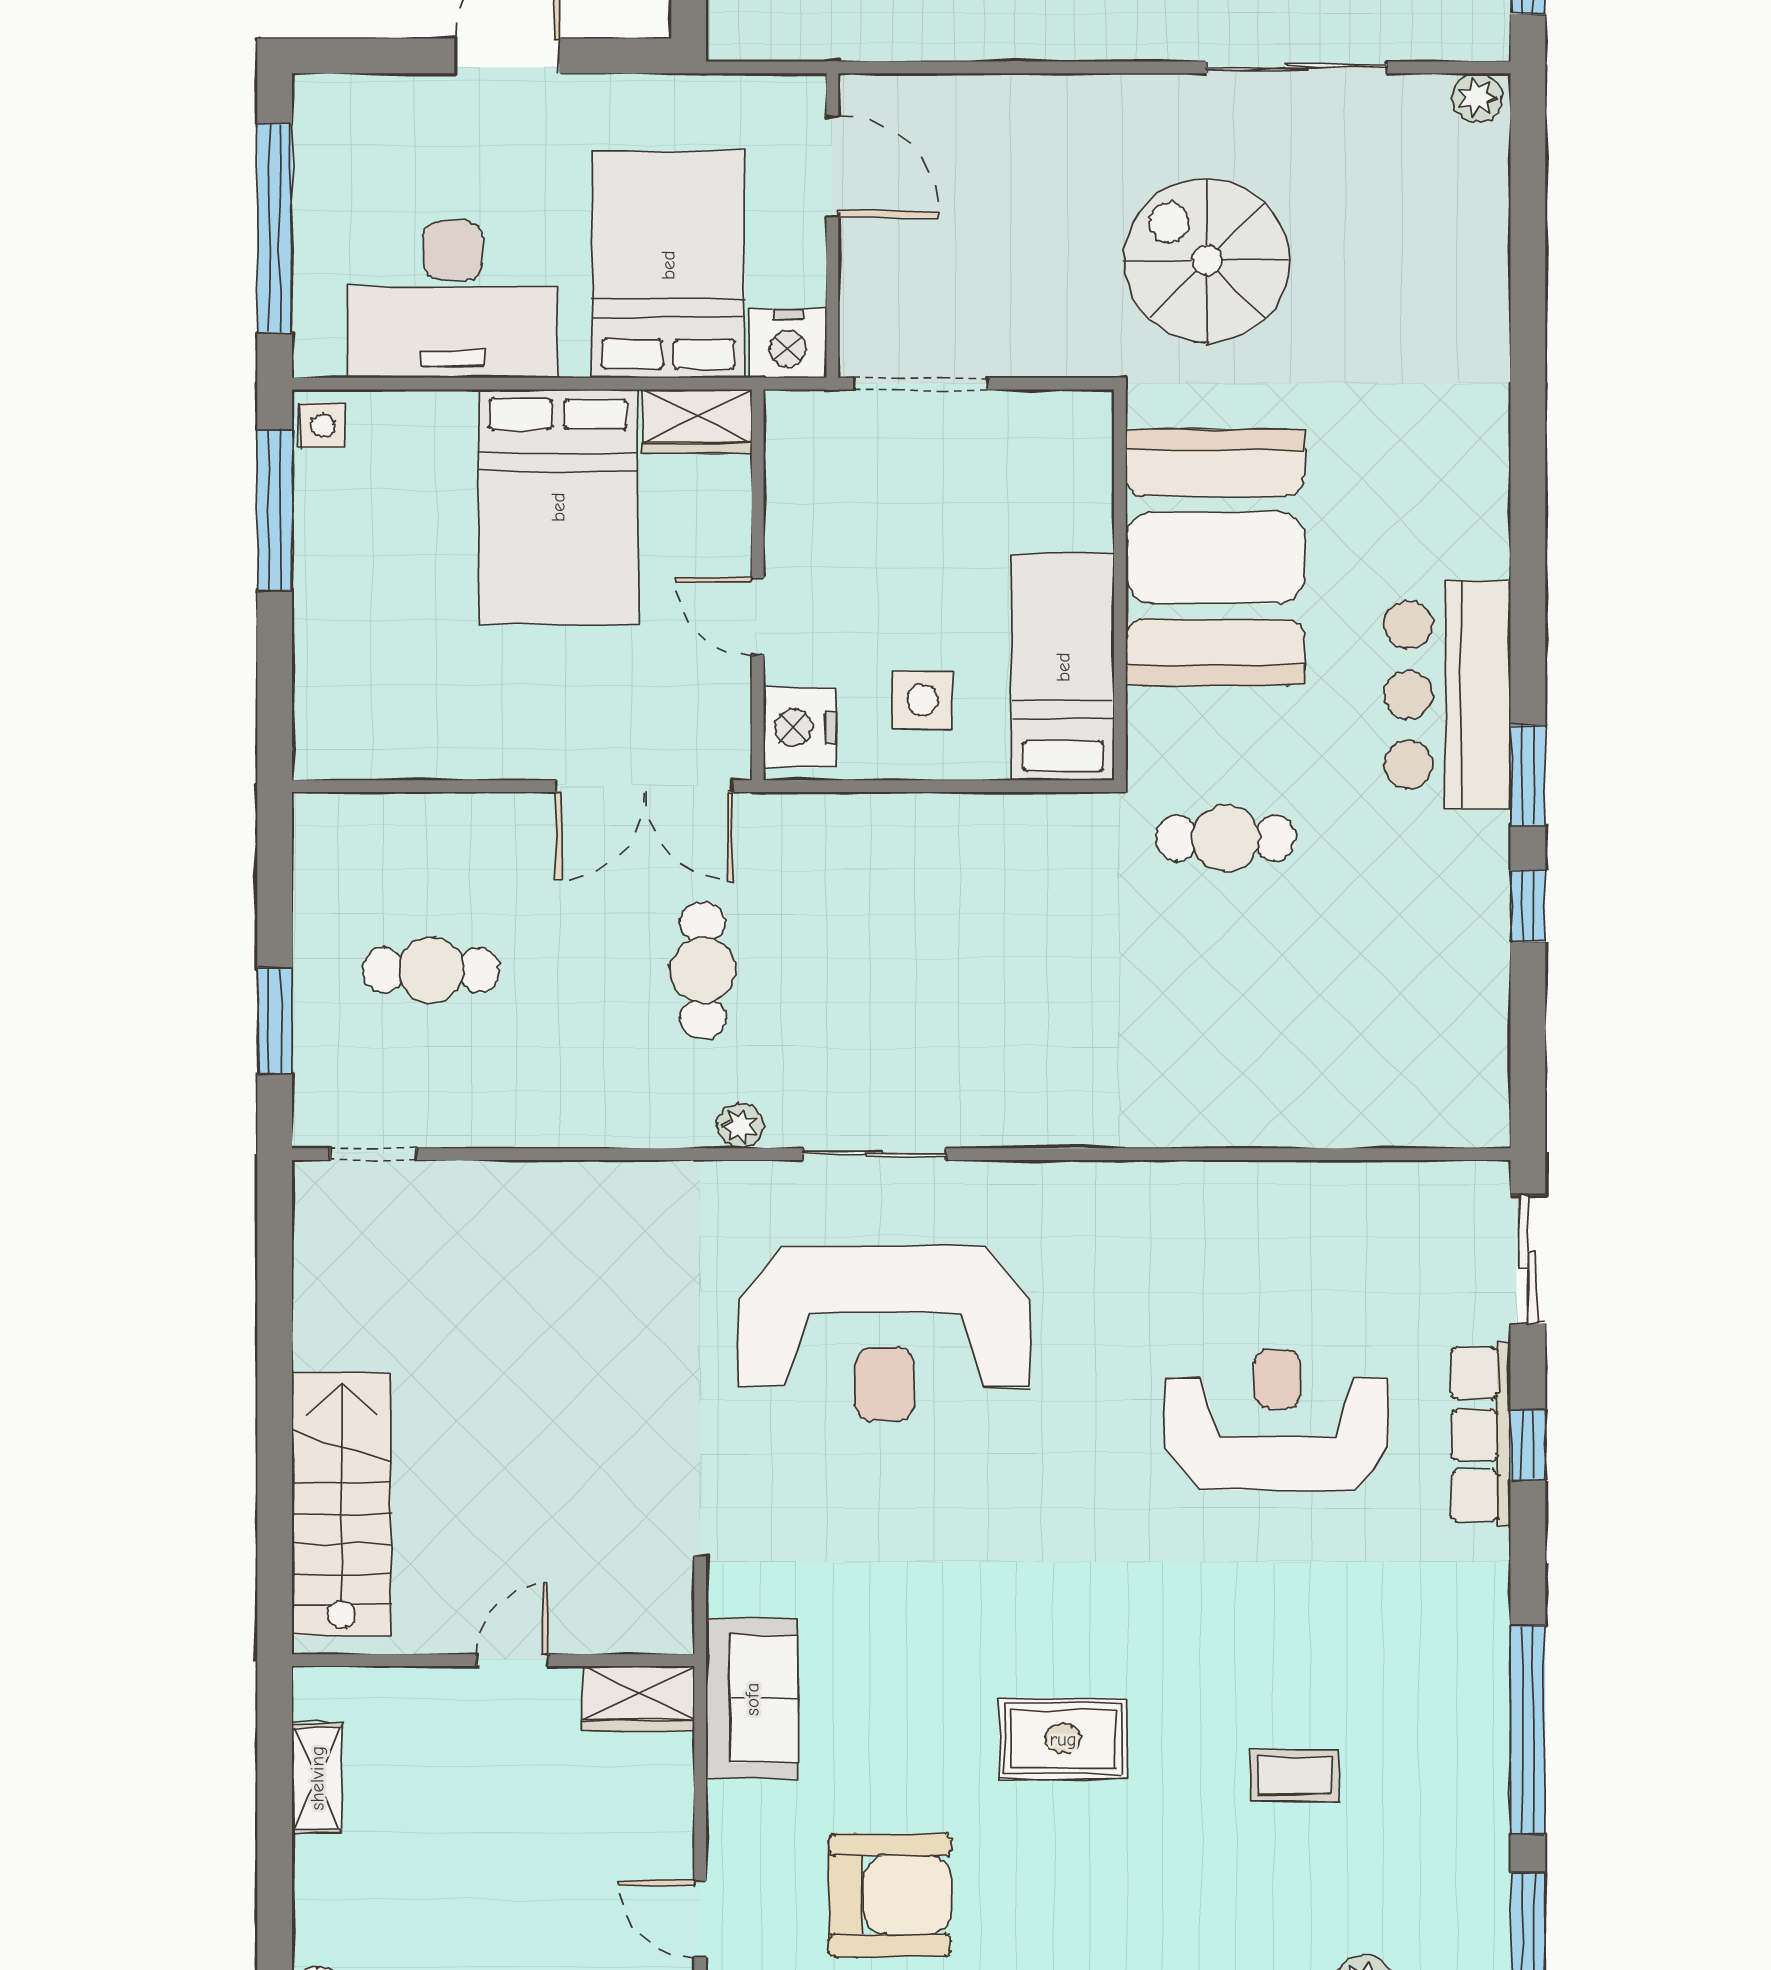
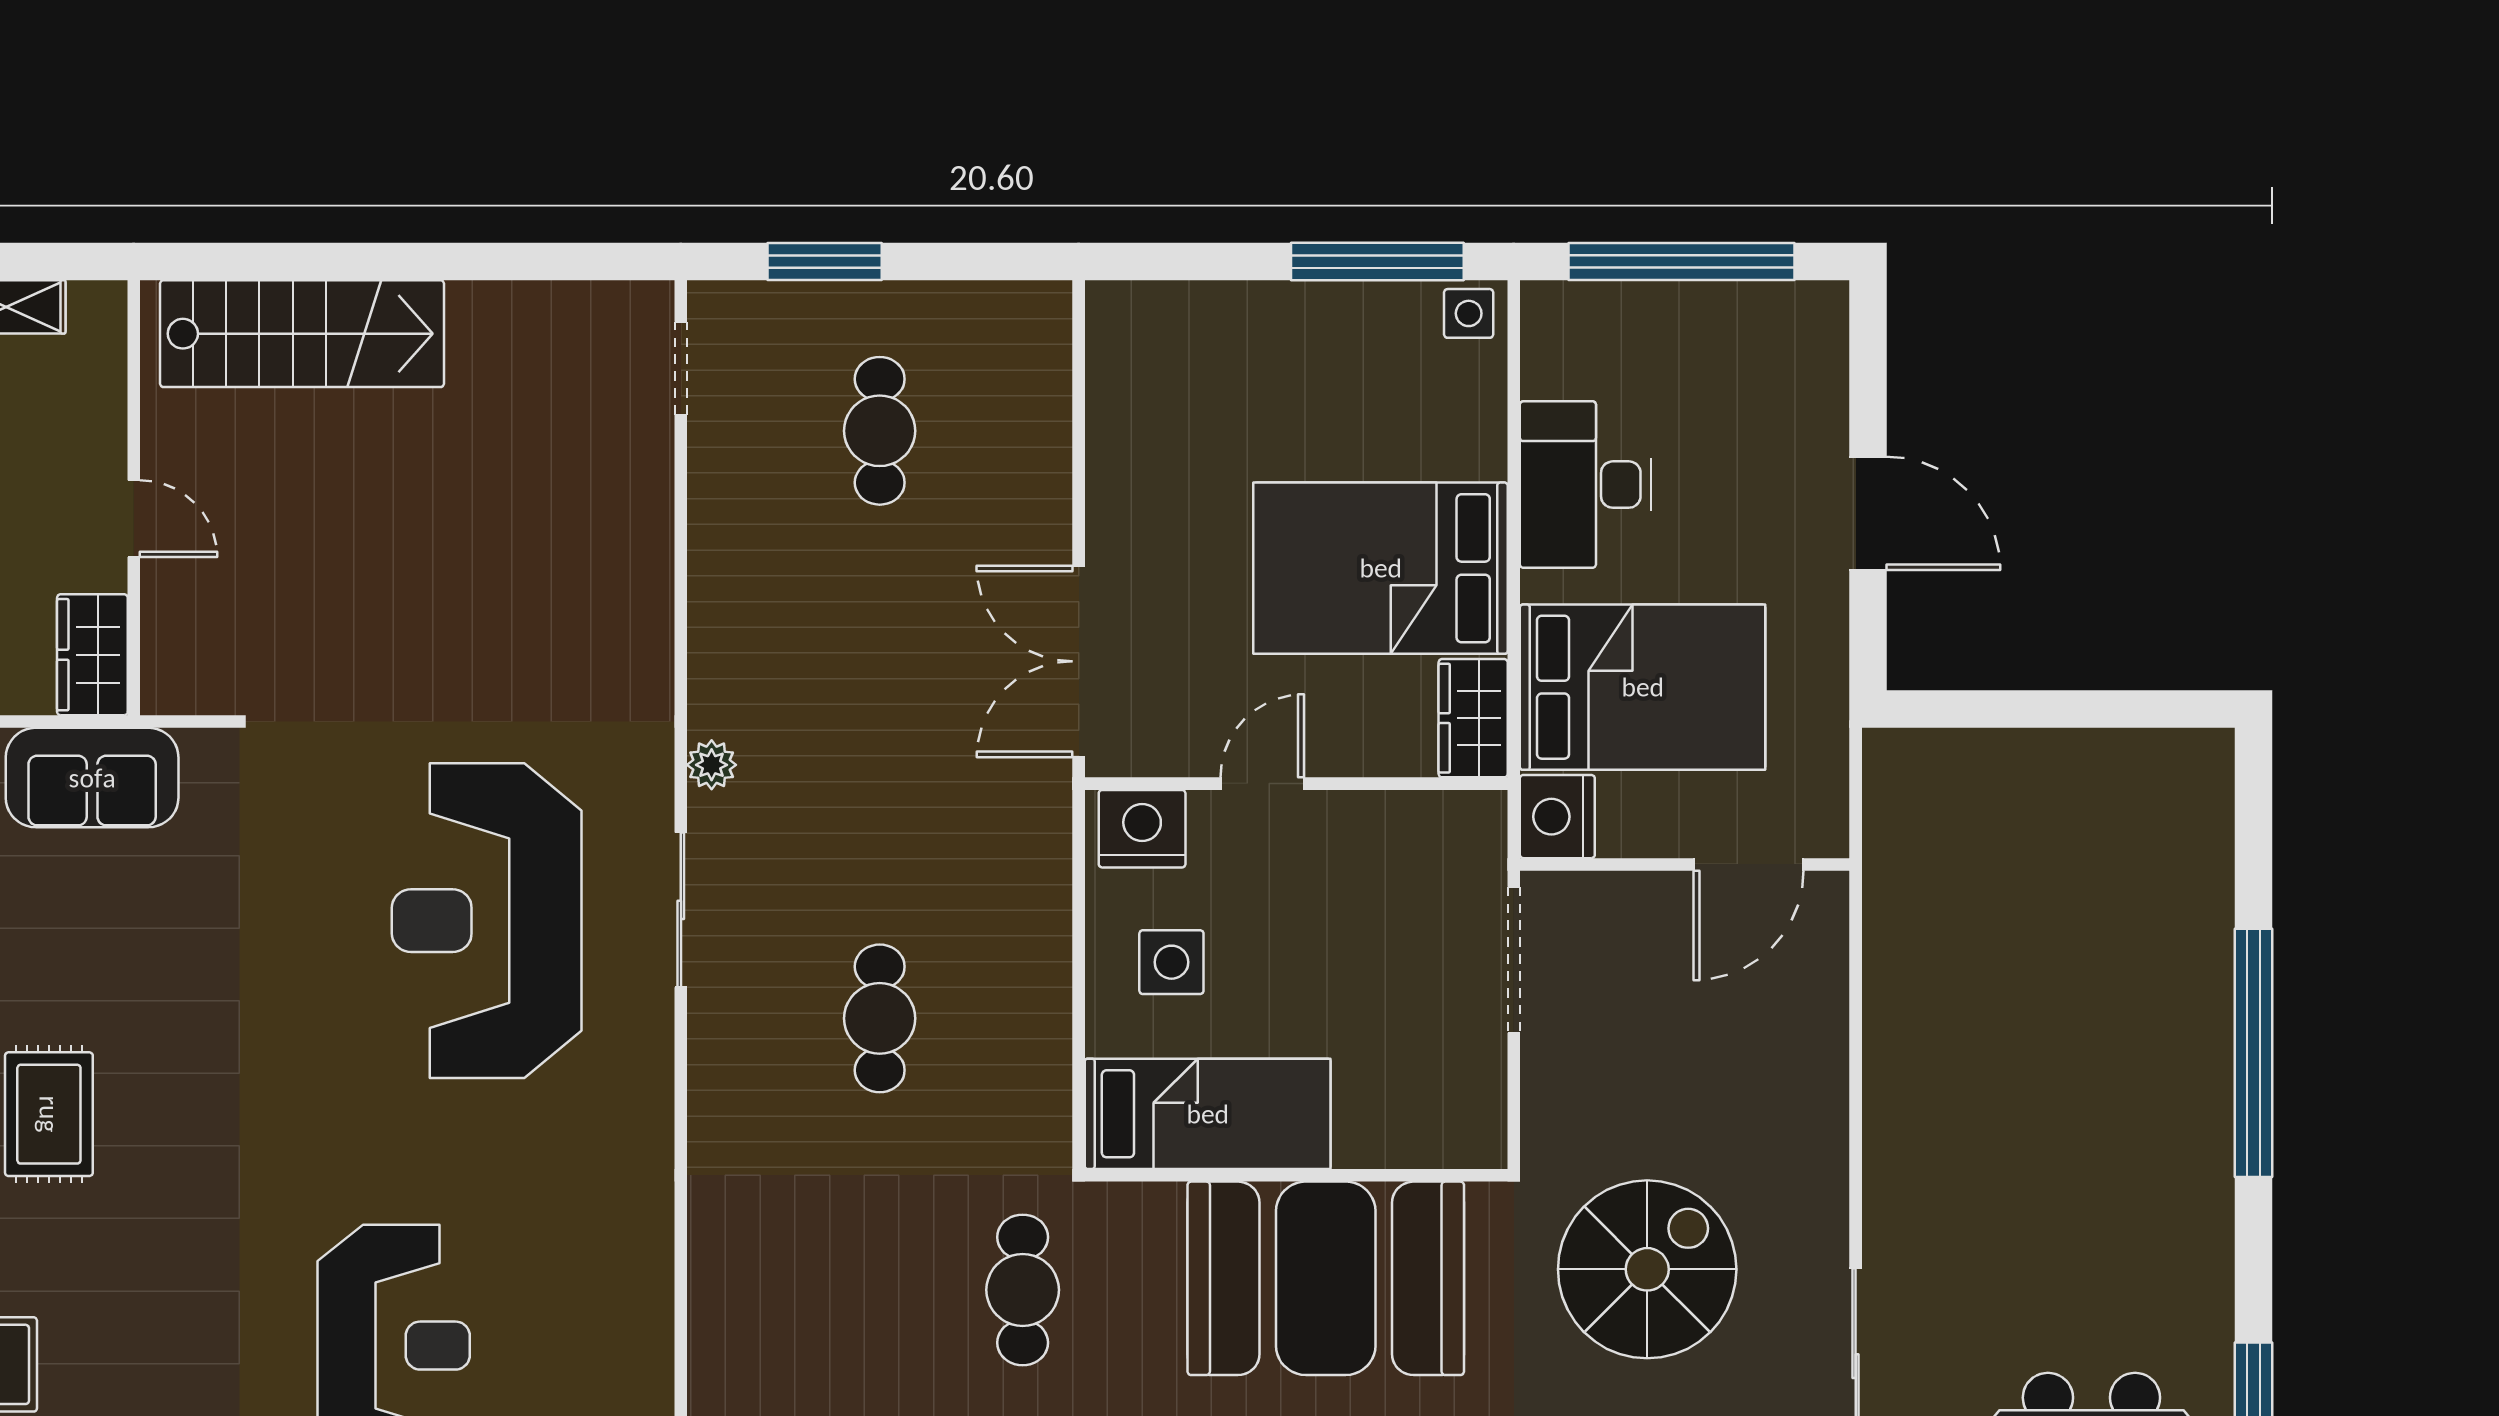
desk: (453, 299) -> (1585, 485), width x0.73, depth x0.77
cafe table: (703, 970) -> (880, 1018), moved, turned 90

